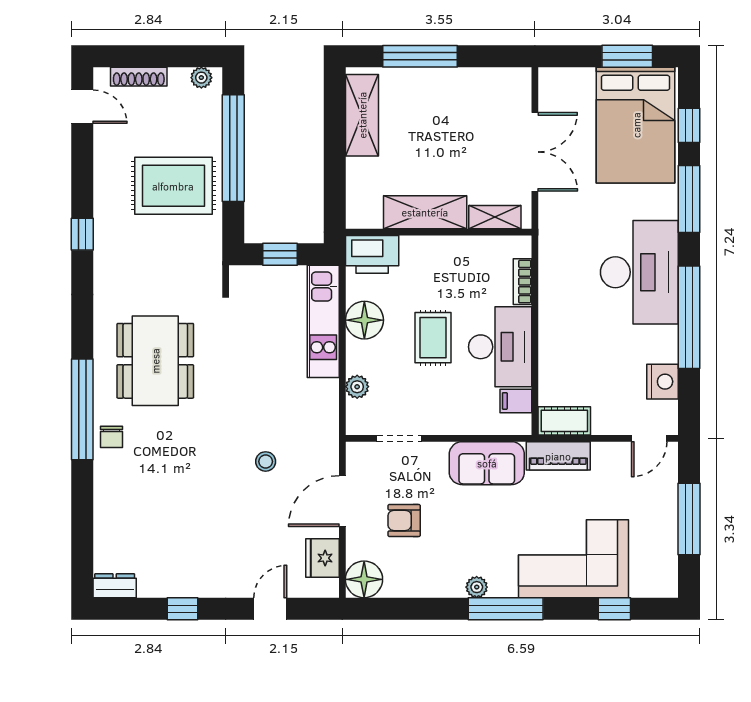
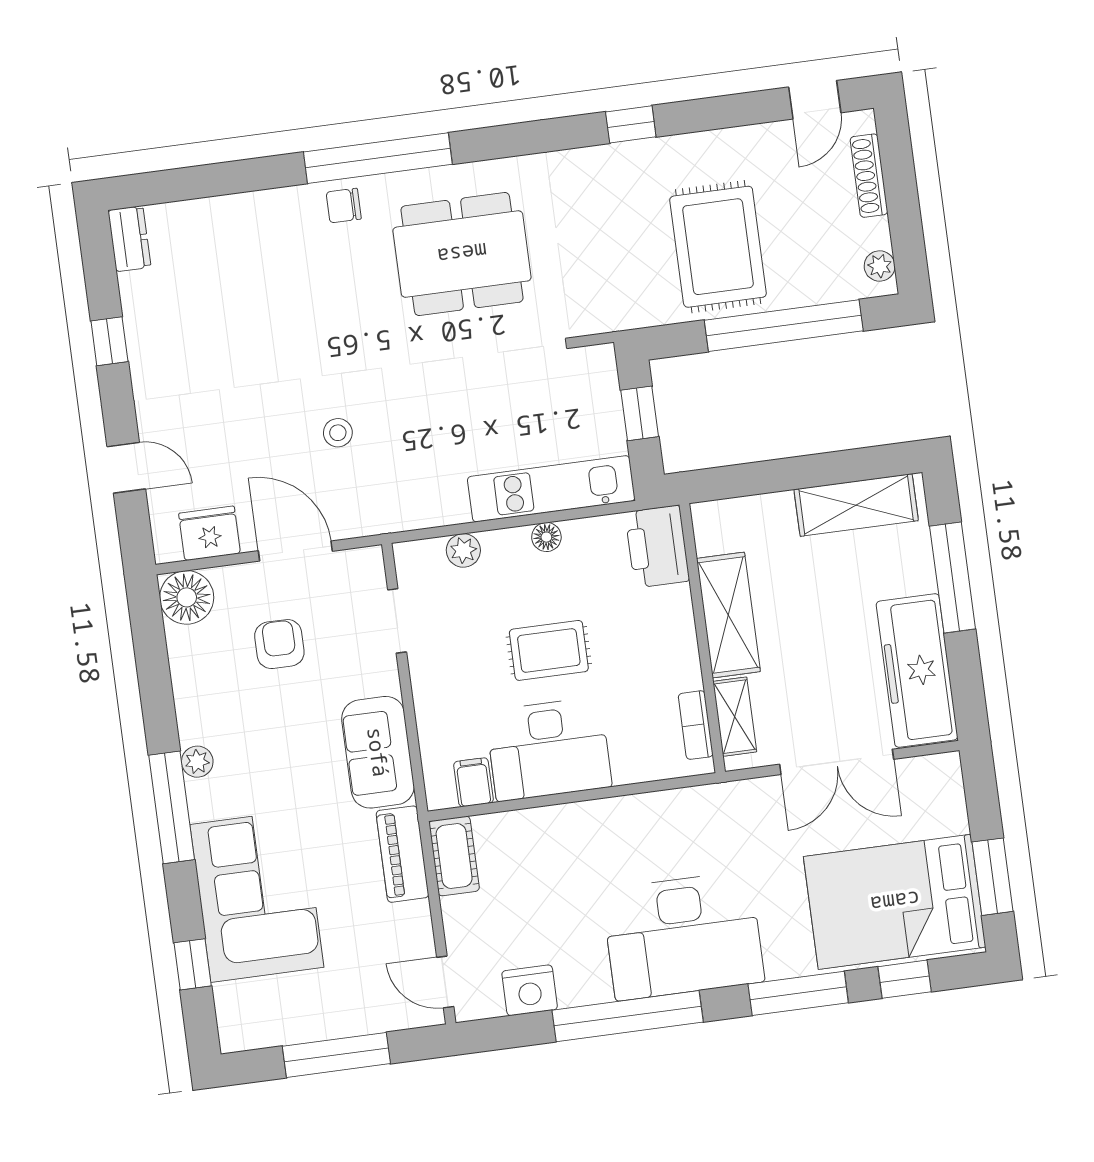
freezer: (480, 89) -> (917, 670), added
bookcase: (522, 282) -> (696, 725), moved, turned -90
floor lamp: (364, 320) -> (546, 537), width x0.53, depth x0.53

